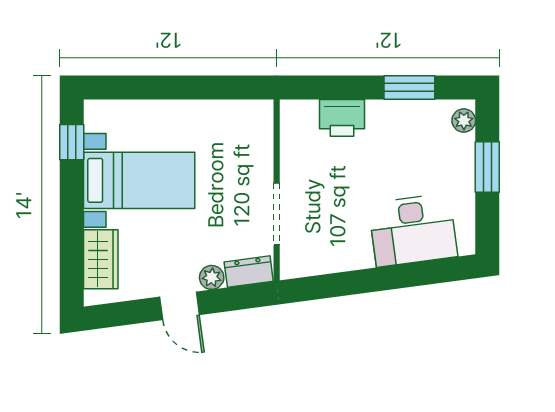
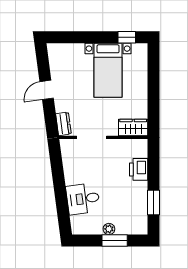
plant: (464, 121) -> (109, 229), moved
desk: (413, 230) -> (83, 199), width x0.73
wardrobe: (101, 259) -> (133, 128), moved, turned 180
plant: (212, 277) -> (61, 106), removed

